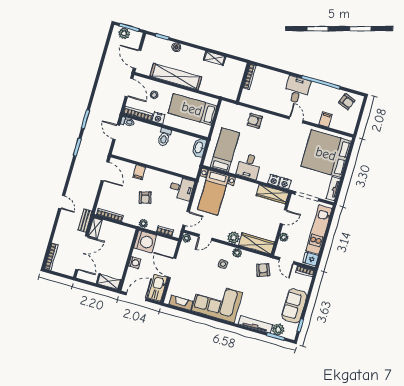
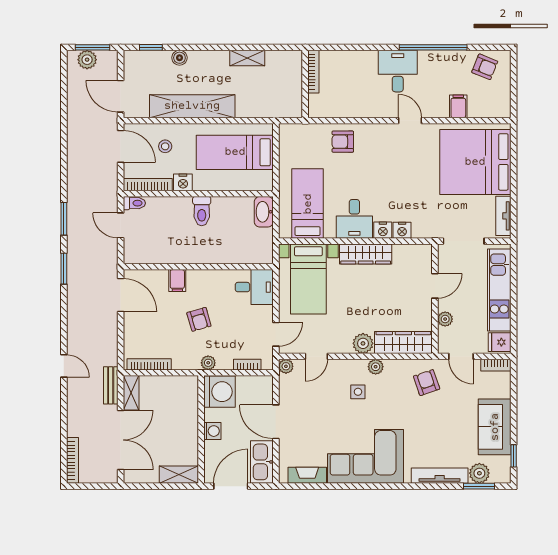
nightstand: (285, 183) -> (383, 230), moved
wardrobe: (272, 194) -> (366, 254), moved

